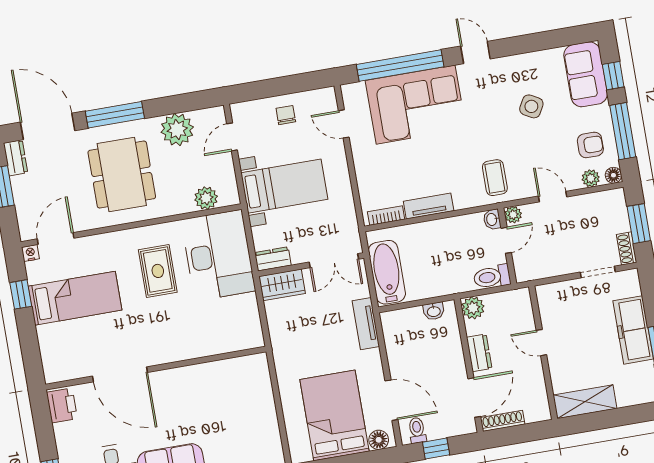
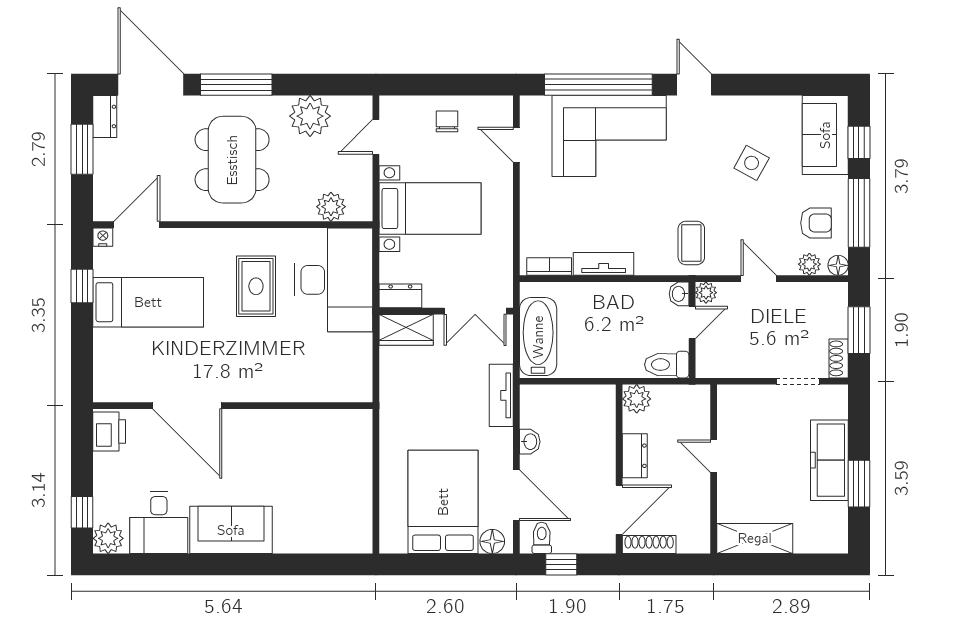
washbasin: (434, 311) -> (530, 442), moved, turned -90

